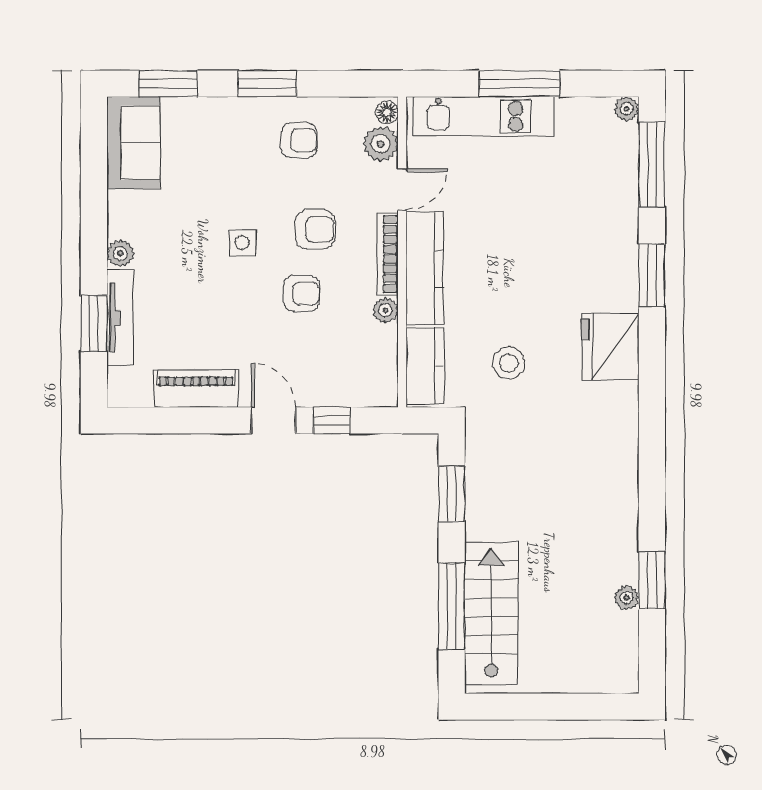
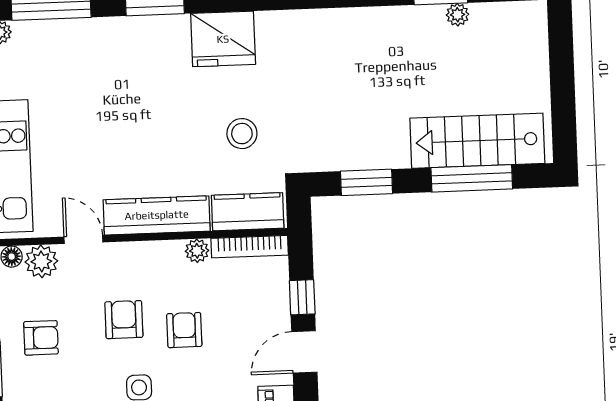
armchair: (299, 140) -> (41, 338), turned 90
bookcase: (388, 254) -> (250, 247), moved

